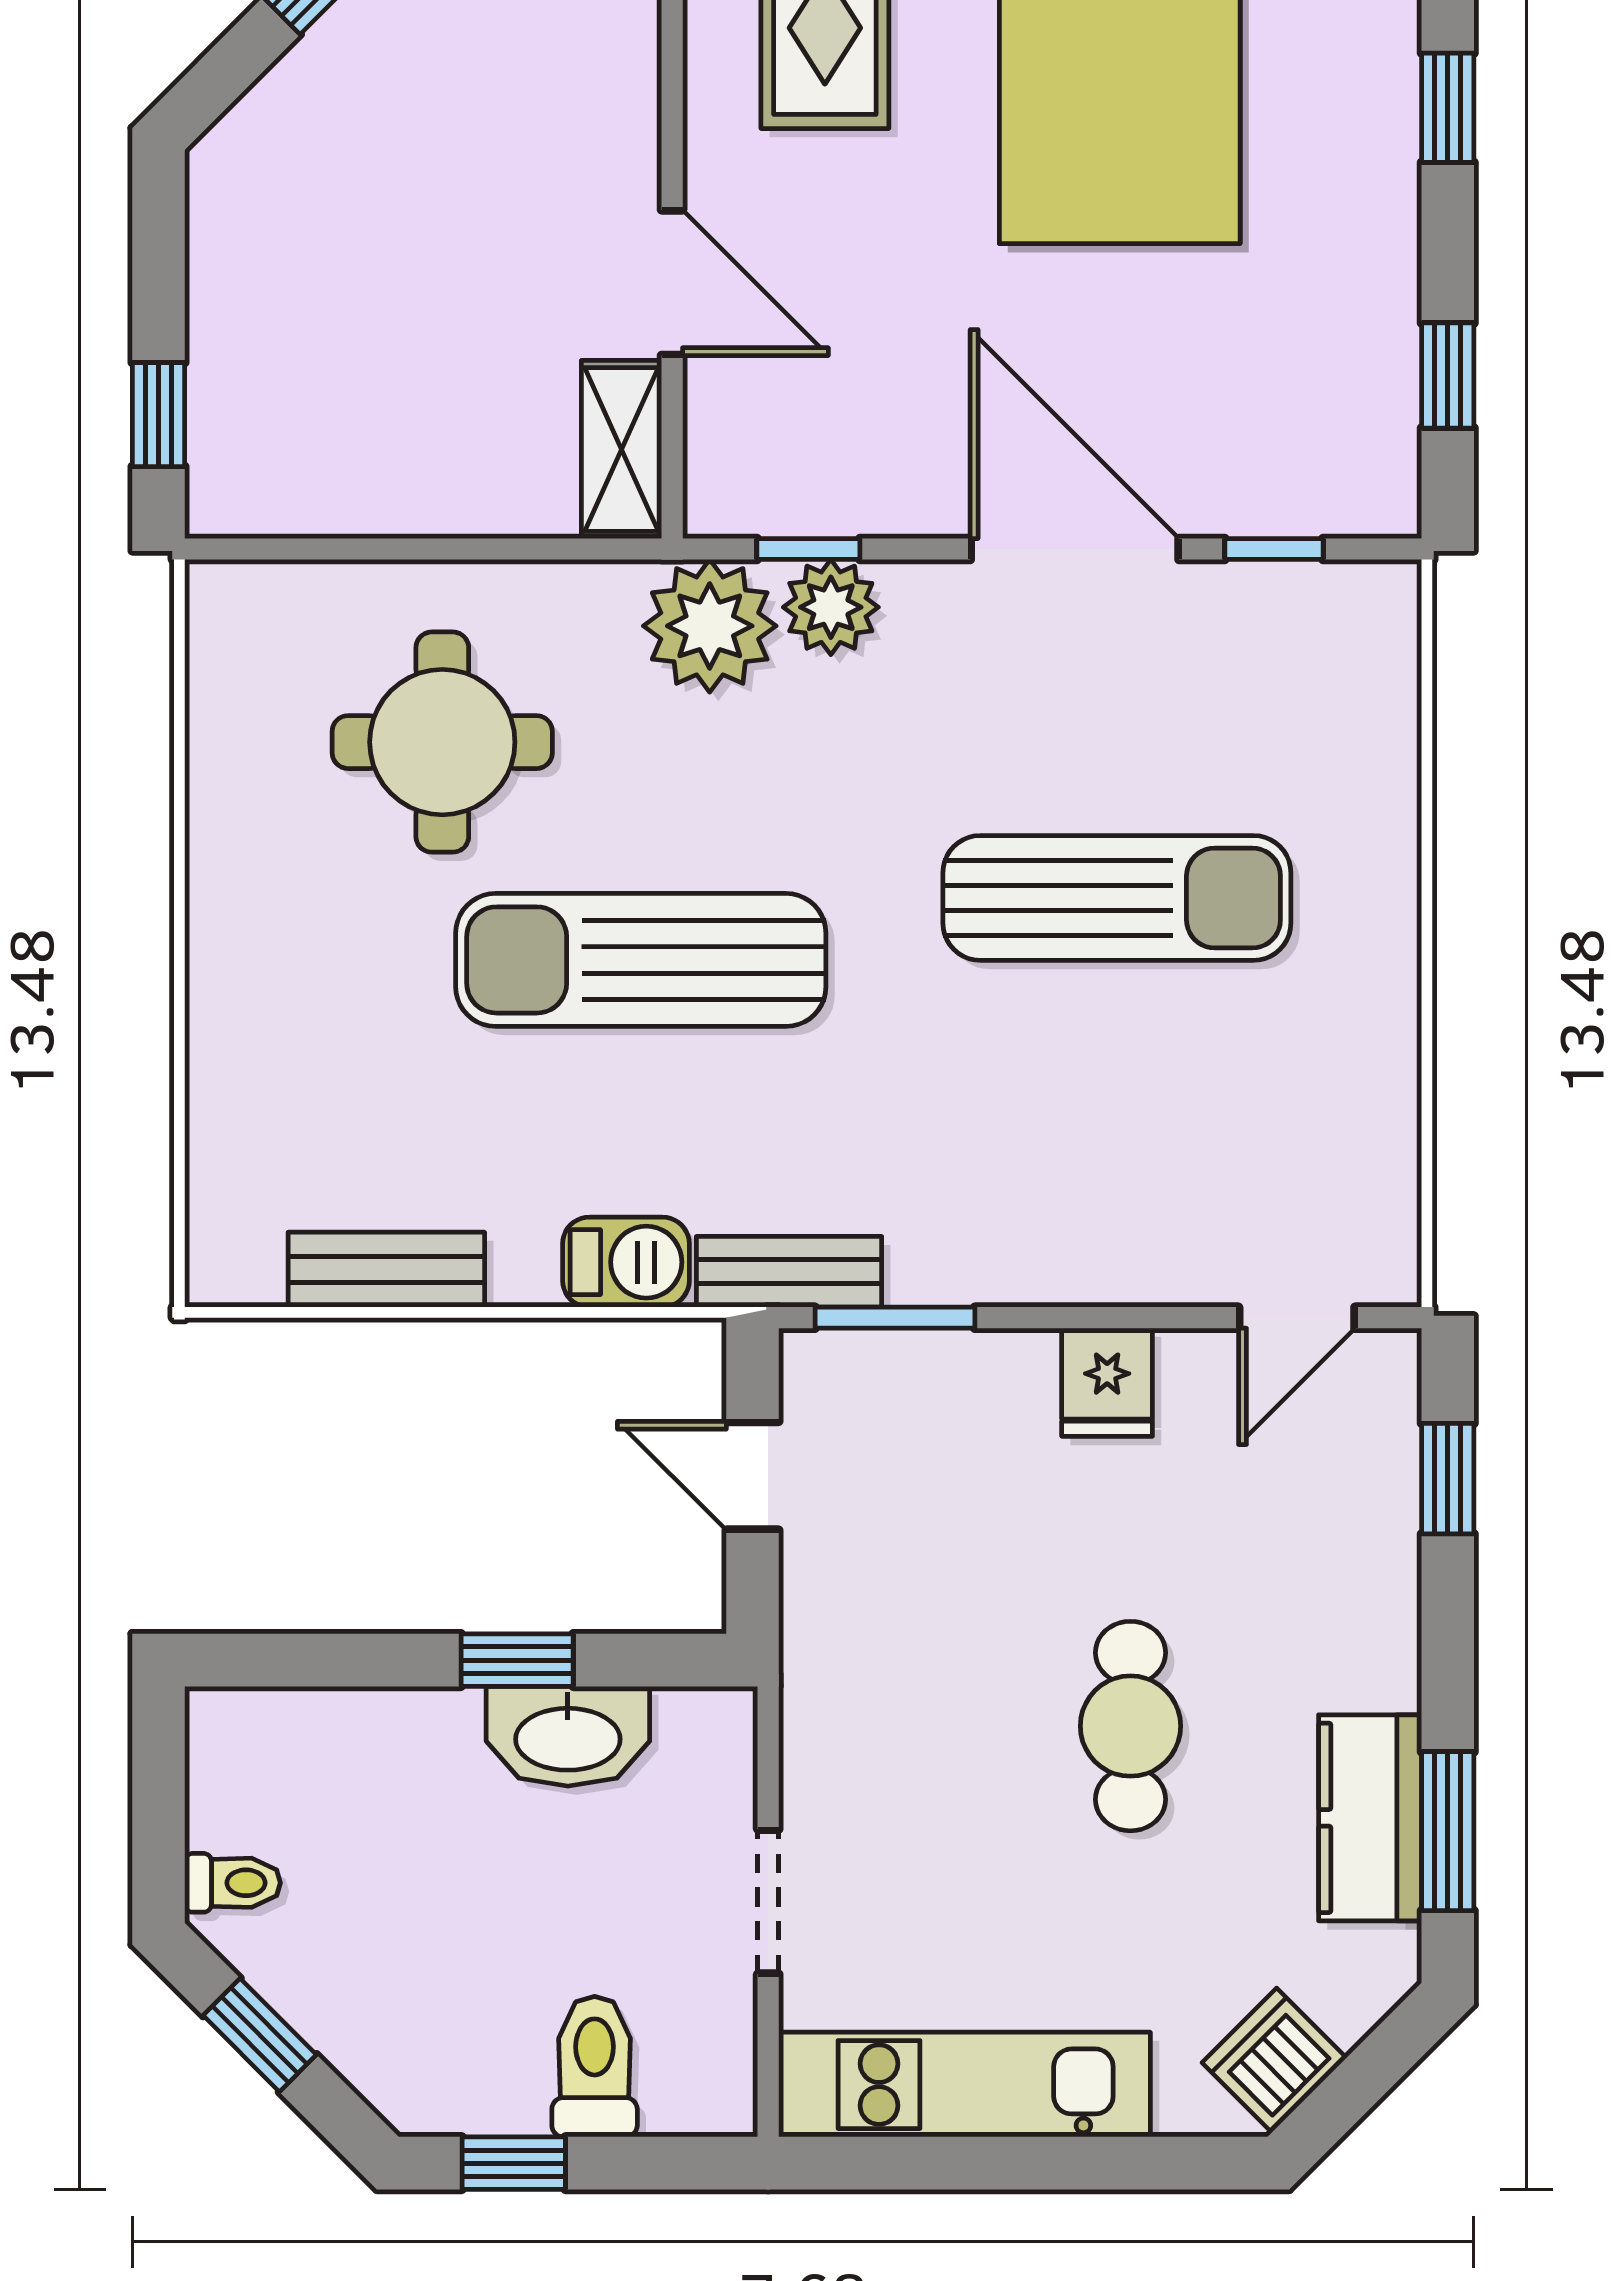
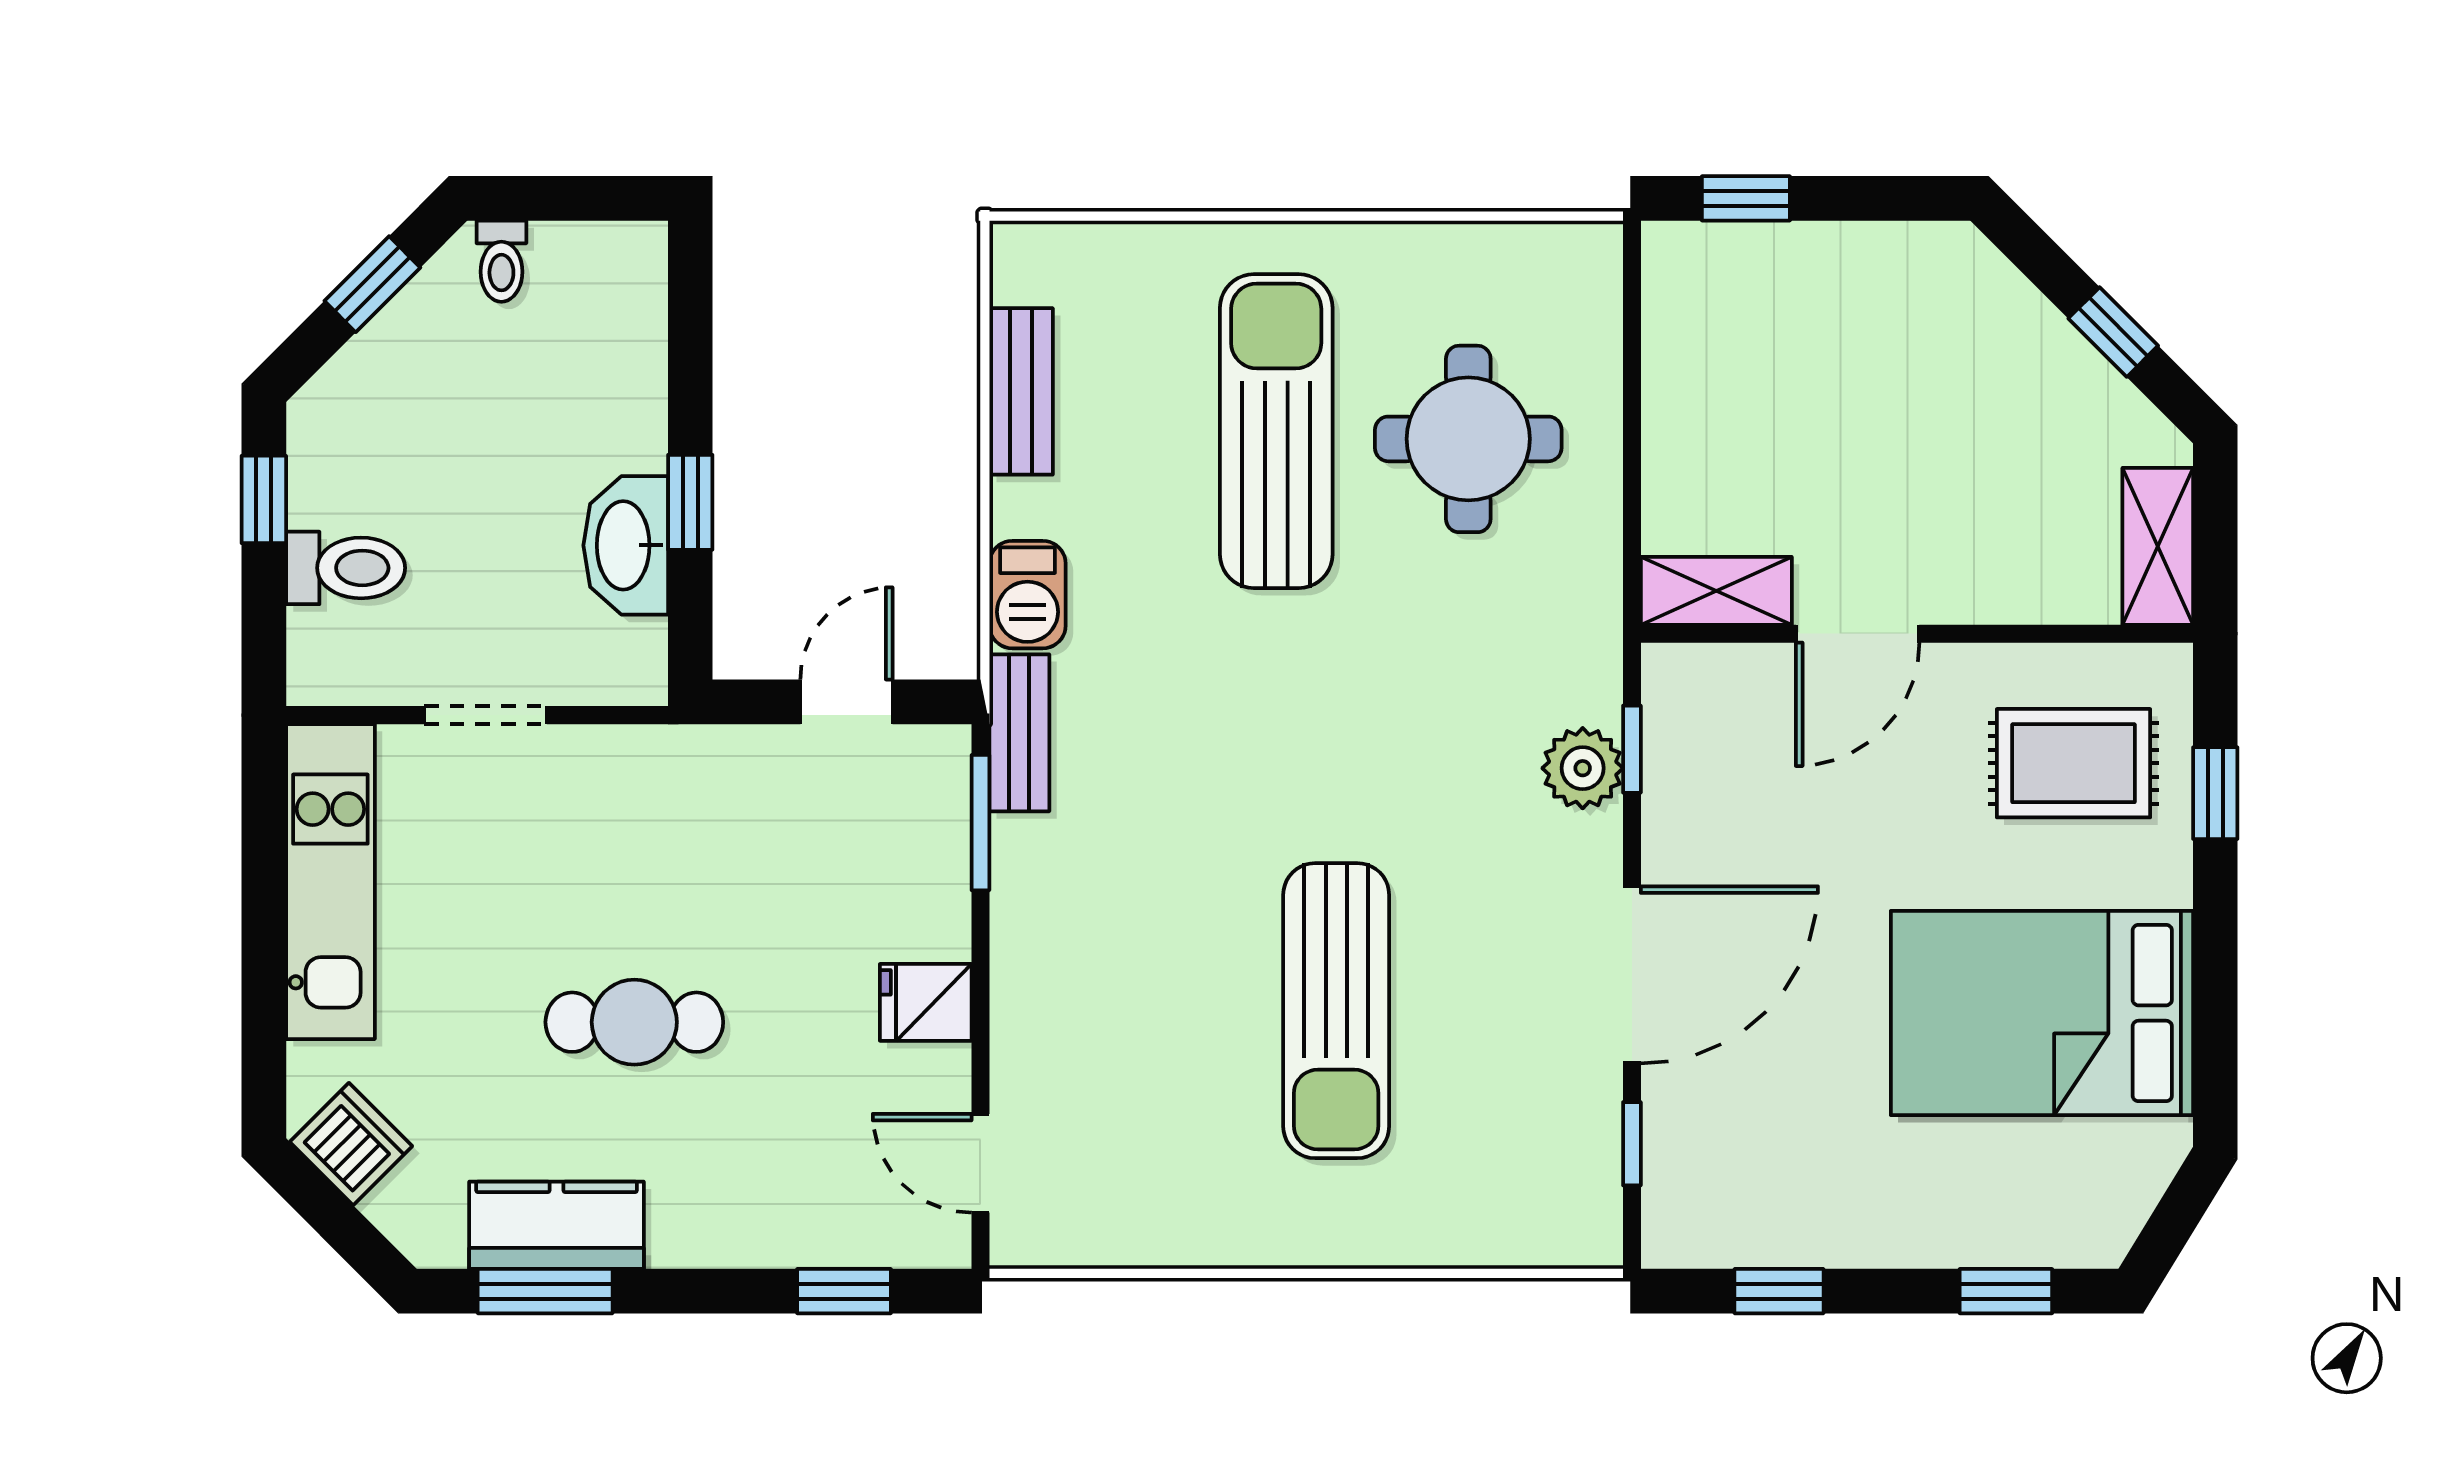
plant: (710, 626) -> (1567, 666), removed
sun lounger: (641, 960) -> (1276, 431), moved

